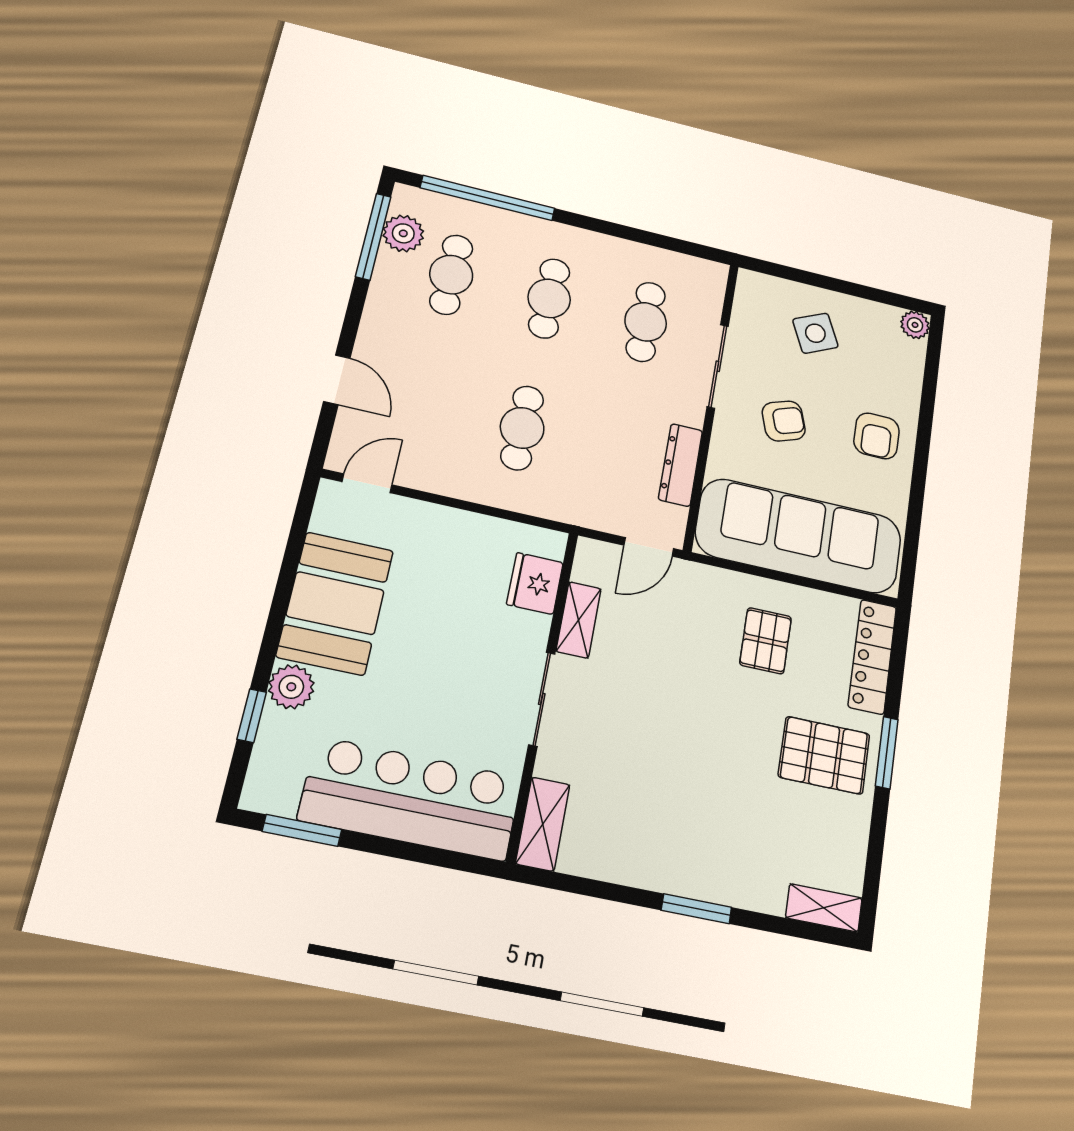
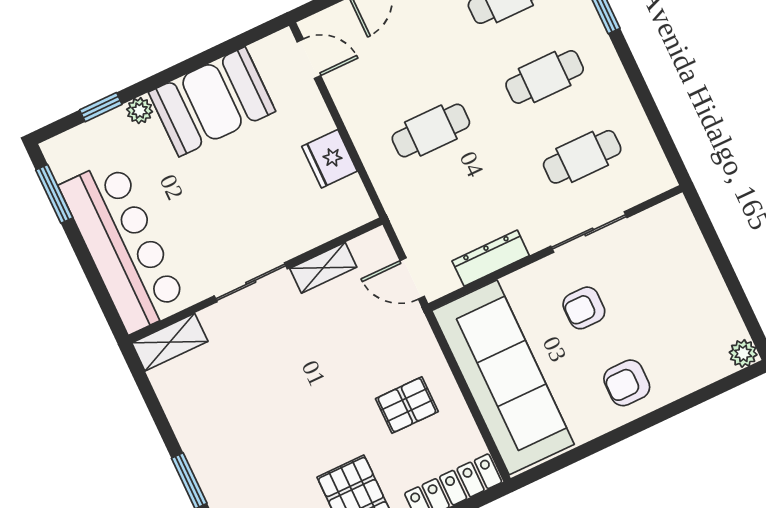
side table: (815, 333) -> (674, 284), removed
armchair: (784, 421) -> (584, 308), turned 109
fridge: (535, 583) -> (330, 159), moved, turned -90
plant: (291, 687) -> (140, 111), width x0.73, depth x0.73

